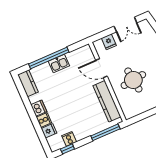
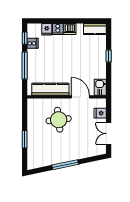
window: (49, 58) -> (109, 56), width x0.32
kitchen sink: (59, 64) -> (100, 87), moved
door: (101, 68) -> (80, 97), hinge flipped
window: (105, 132) -> (25, 66), moved

